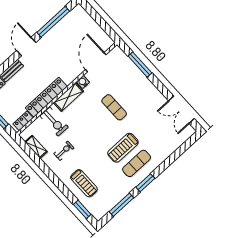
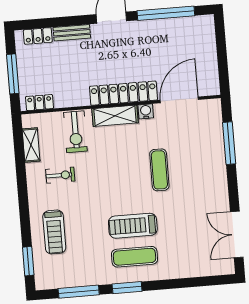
locker: (46, 97) -> (123, 93), moved

